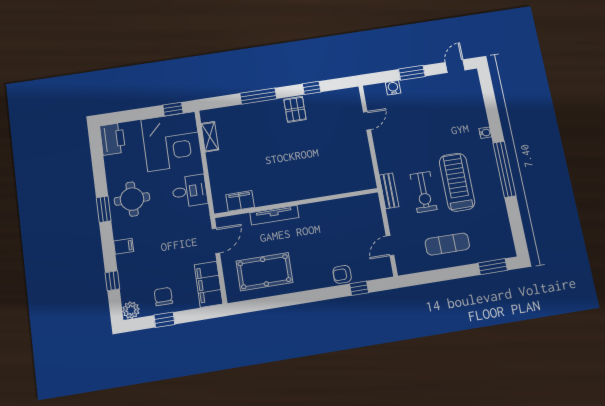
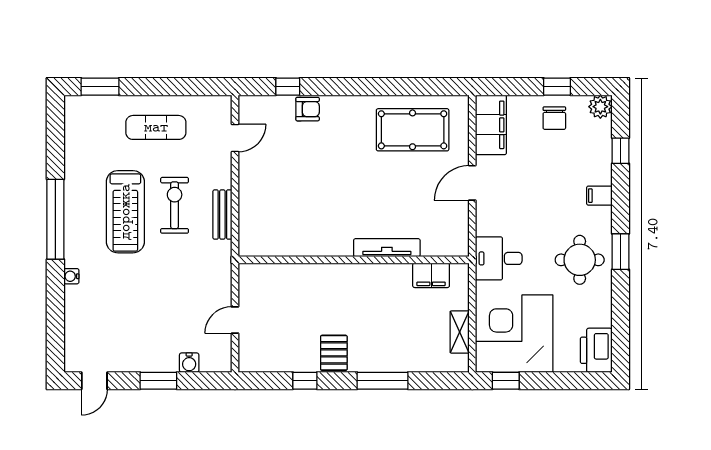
filing cabinet: (240, 201) -> (431, 275), moved
wall: (296, 203) -> (354, 260), moved
tv unit: (274, 215) -> (387, 248), moved

